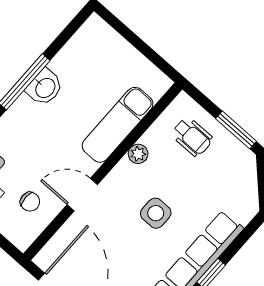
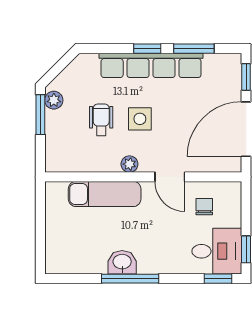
wheelchair: (192, 137) -> (101, 120), moved
plant: (238, 153) -> (54, 100), added
plant: (138, 154) -> (129, 164), moved

